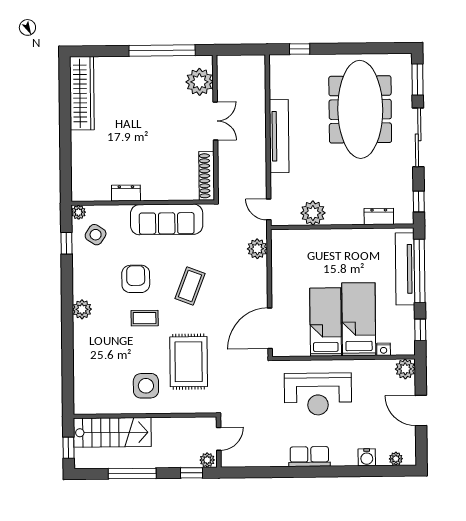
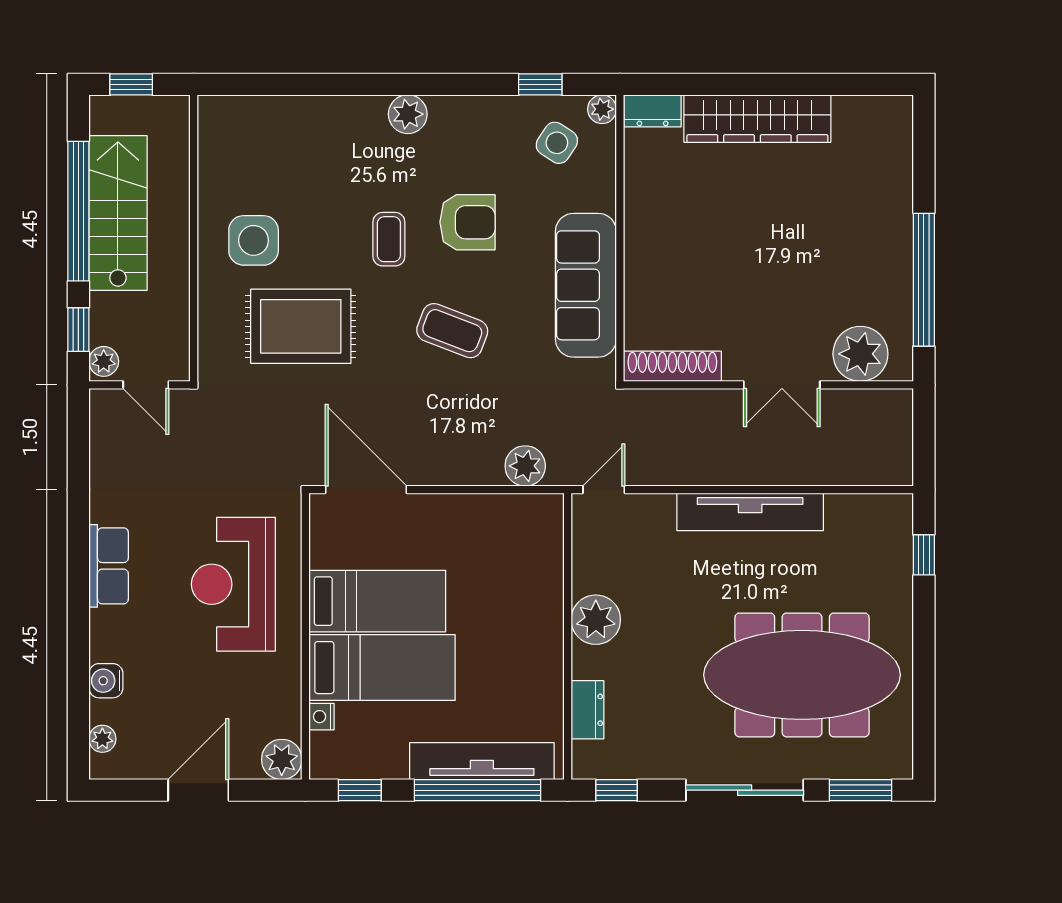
wardrobe: (82, 93) -> (757, 119), moved
dresser: (126, 193) -> (653, 111), moved, turned 90
plant: (313, 213) -> (596, 620), moved
stairs: (112, 432) -> (118, 213), moved, turned 180
window: (132, 473) -> (78, 211), width x1.46

